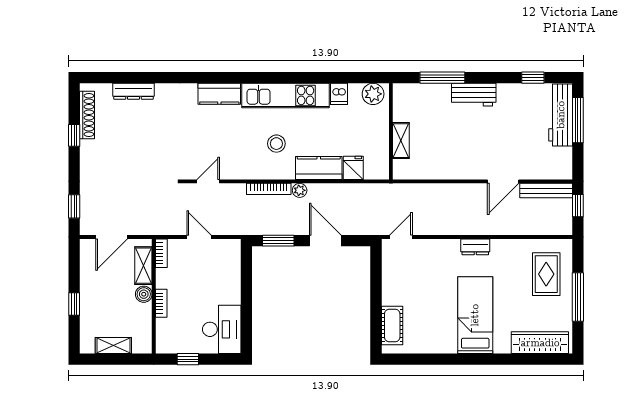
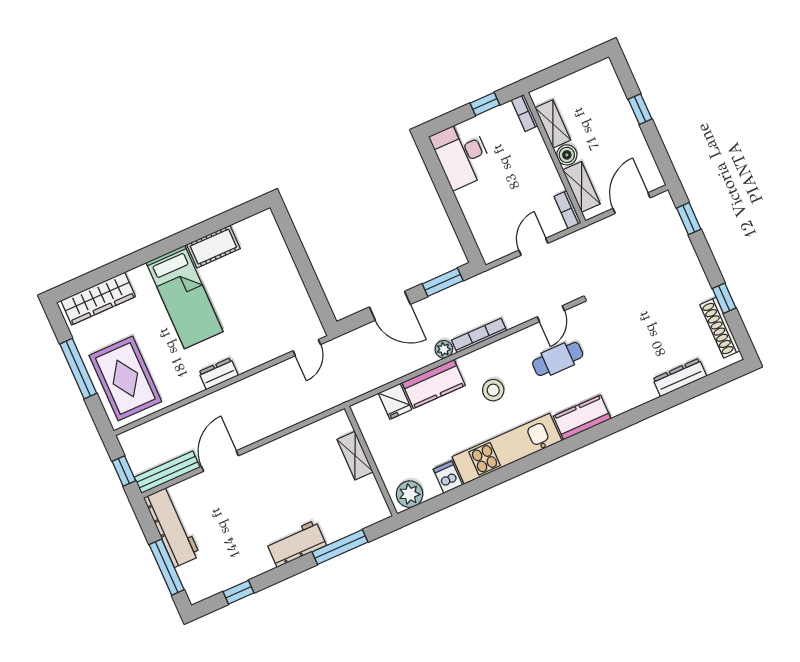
workbench: (561, 115) -> (172, 527), moved
cafe table: (218, 145) -> (558, 359), added
door: (199, 237) -> (533, 247), swing flipped
rug: (546, 274) -> (125, 378), width x1.36, depth x1.43
bookcase: (161, 303) -> (525, 113), moved
cot: (392, 326) -> (213, 247), moved, turned 90
shelving: (113, 346) -> (553, 124), moved, turned 90

